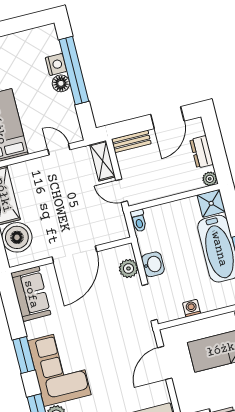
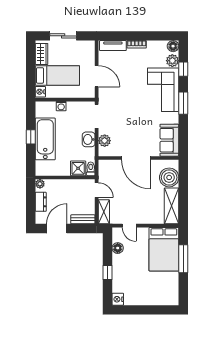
nightstand: (56, 64) -> (118, 299), moved
window: (74, 70) -> (108, 273), width x0.32
floor lamp: (61, 83) -> (118, 248), moved
shower: (211, 203) -> (78, 168), moved
door: (74, 254) -> (136, 158), swing flipped
washing machine: (192, 308) -> (61, 106), moved
door: (165, 363) -> (97, 76), hinge flipped

